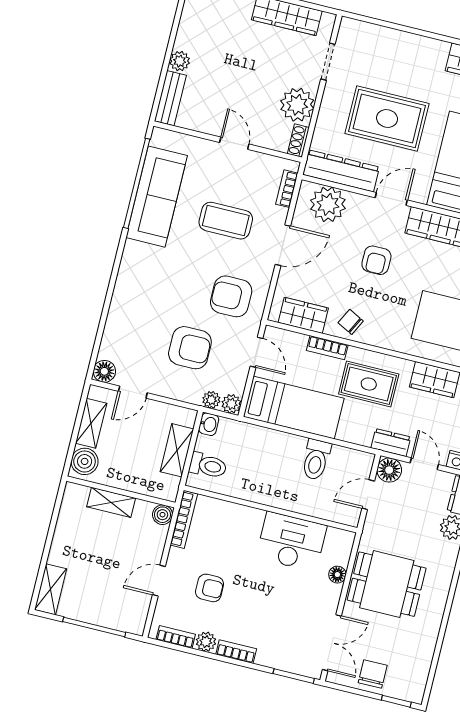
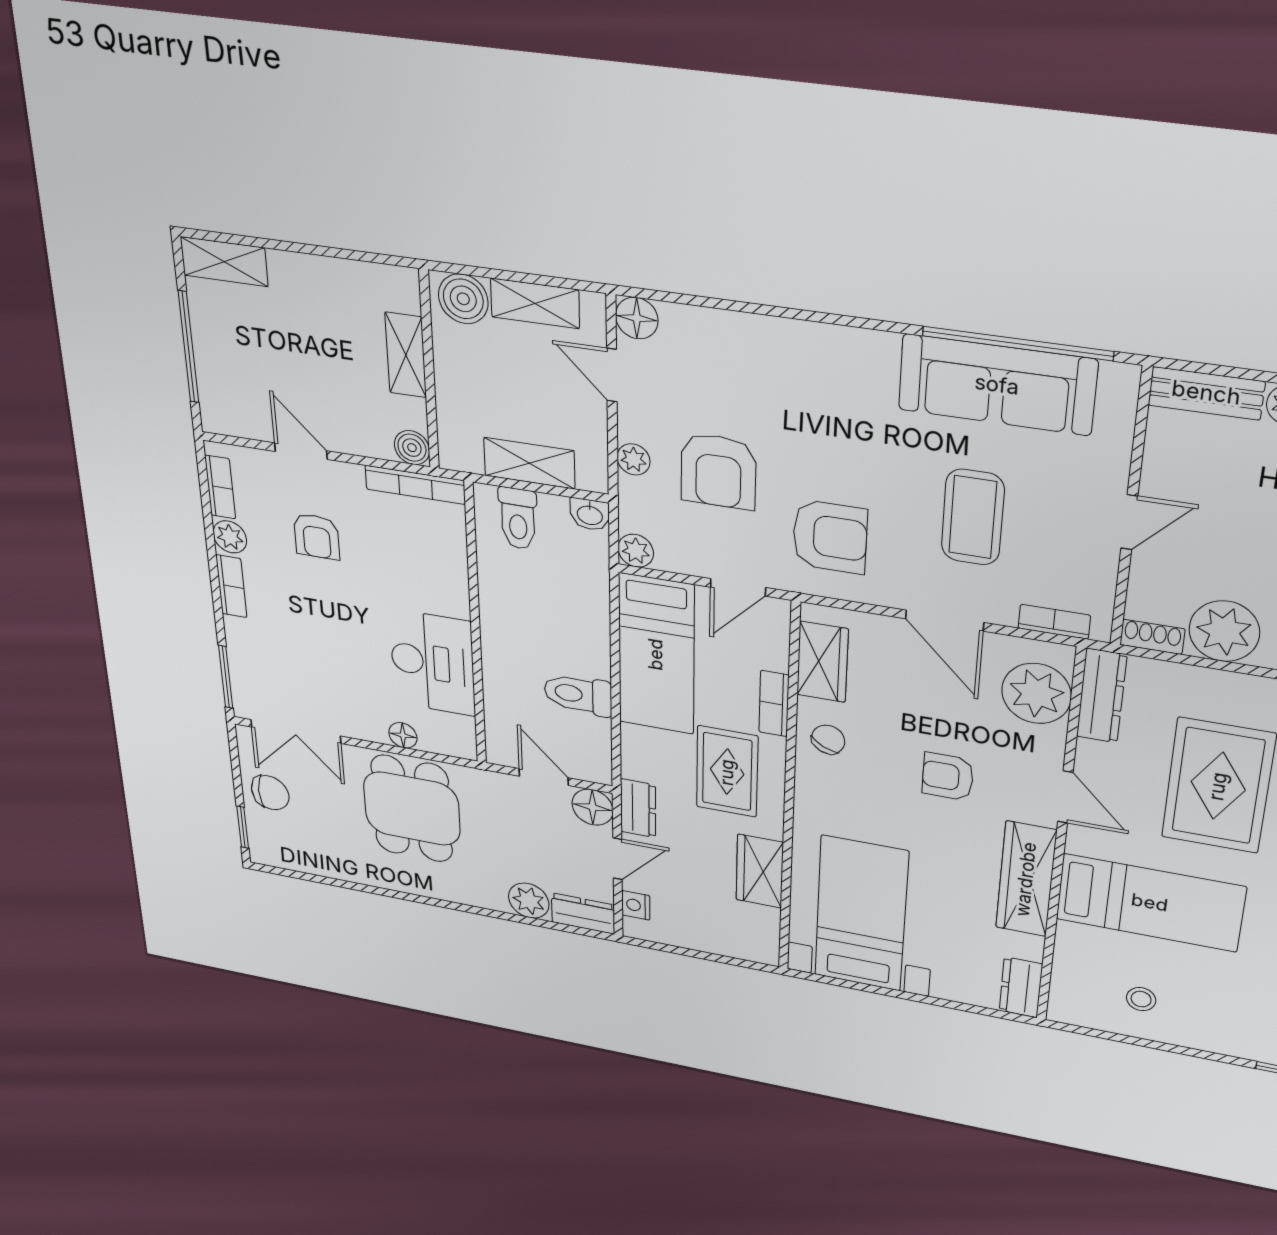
dresser: (341, 171) -> (1102, 696), width x0.73, depth x0.80
armchair: (231, 296) -> (830, 537), turned 90
plant: (211, 400) -> (633, 459), moved

